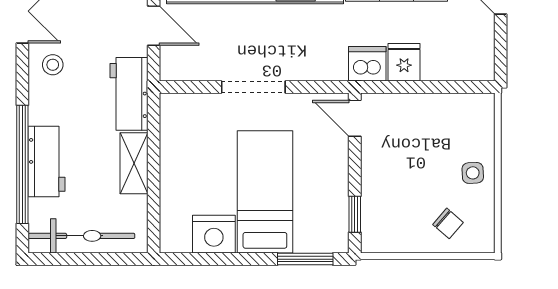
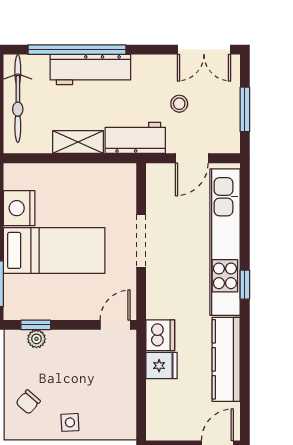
stool: (53, 65) -> (179, 104), moved
workbench: (46, 162) -> (90, 70), width x1.37
plant: (372, 213) -> (36, 339), added

